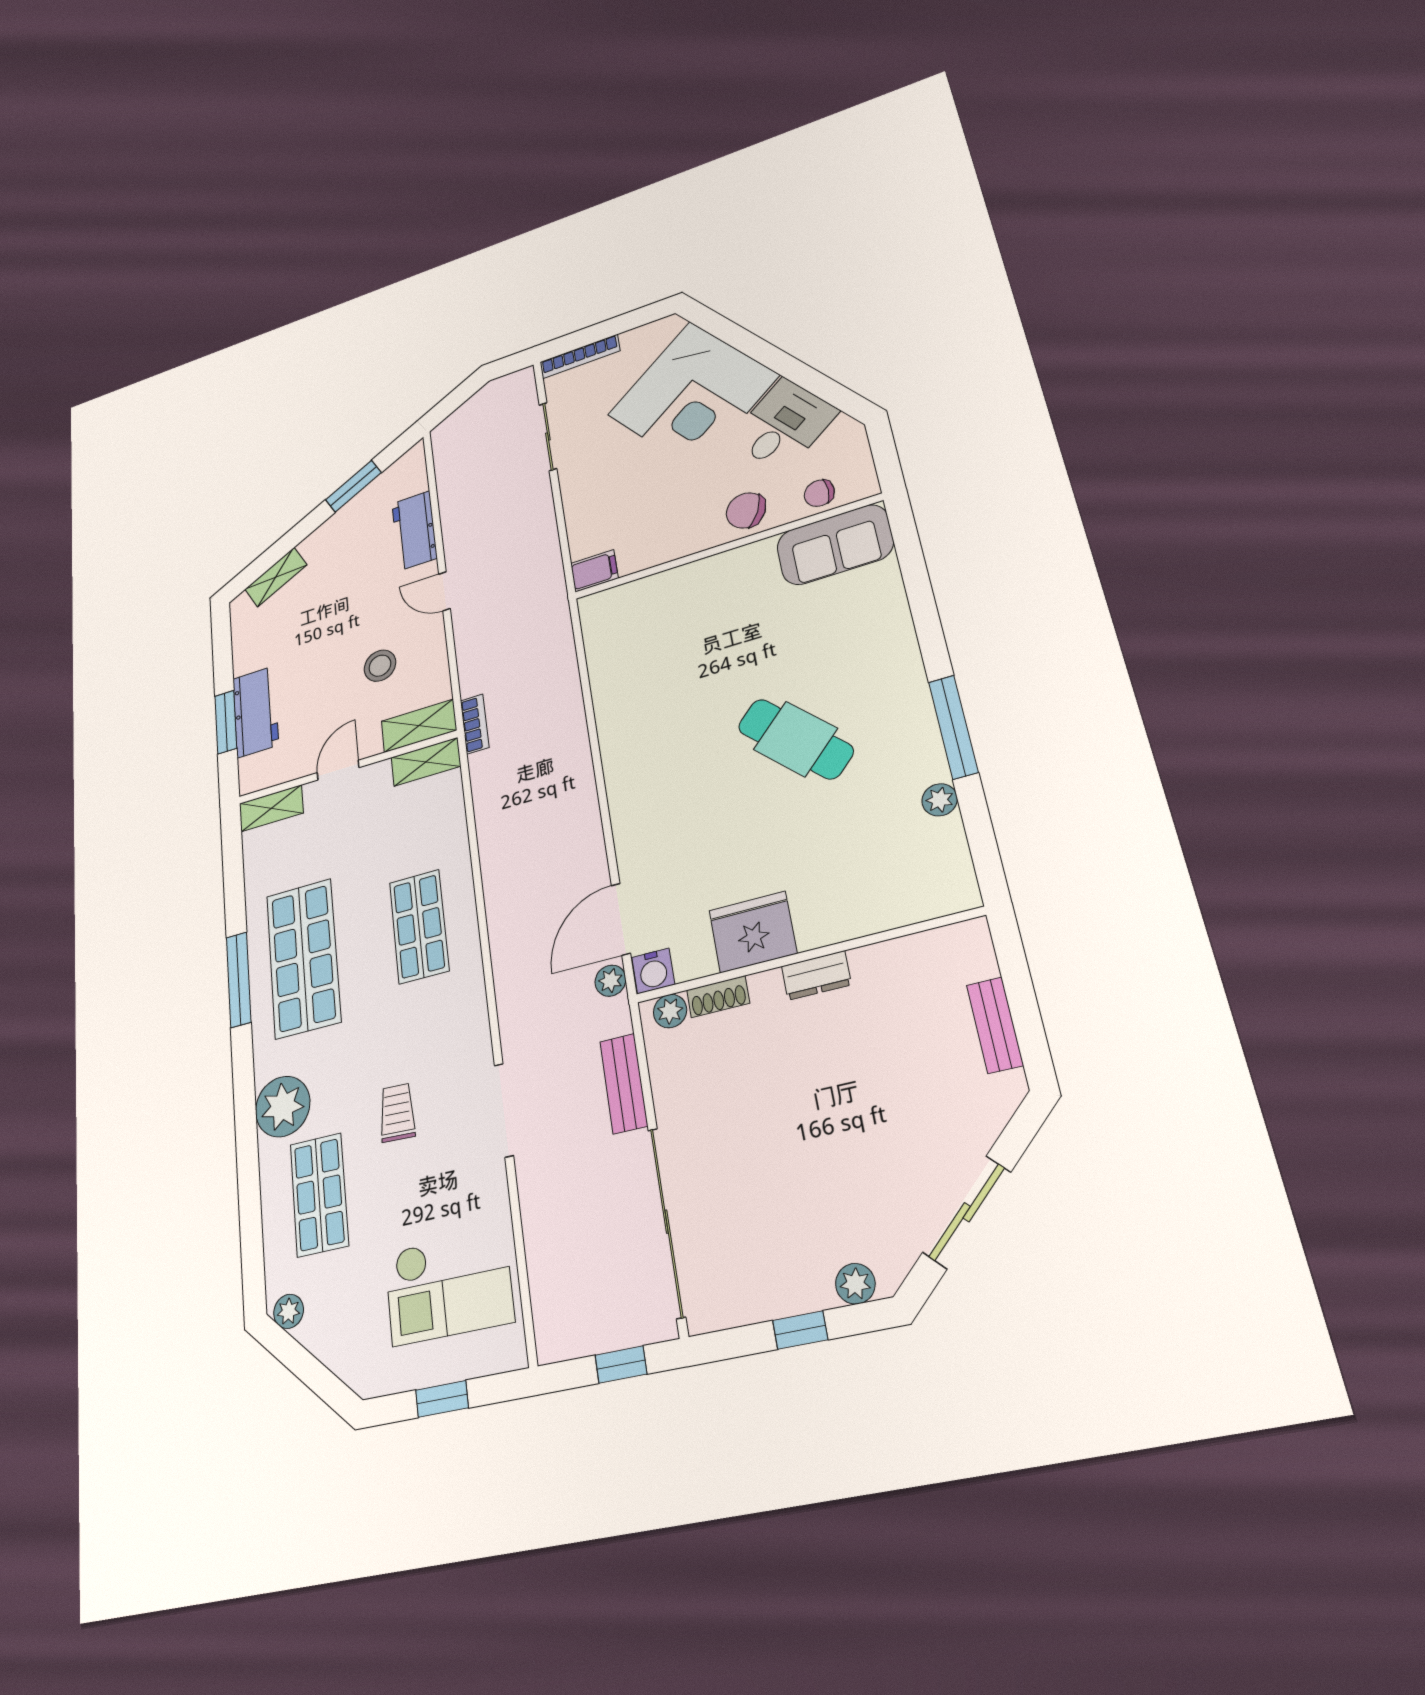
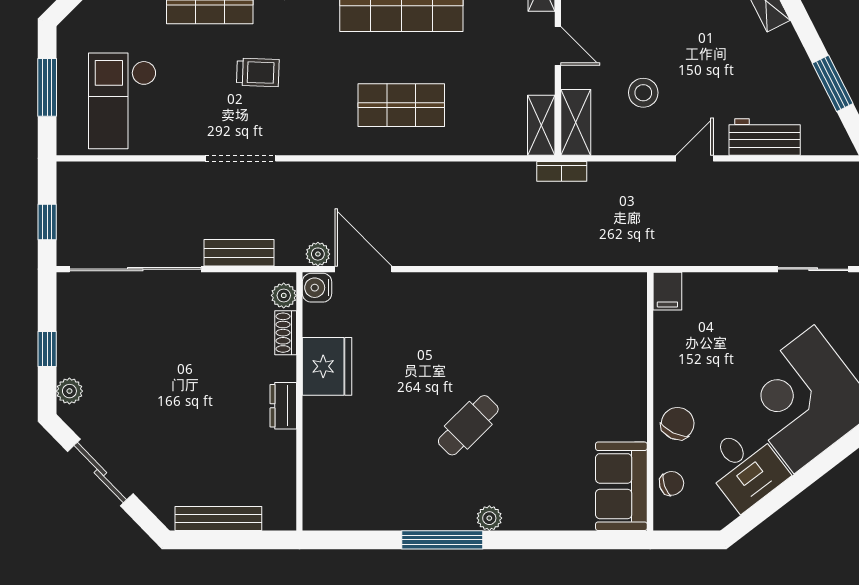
chair: (819, 493) -> (672, 483), turned 71
cafe table: (795, 739) -> (468, 425), width x0.73, depth x0.74
plant: (940, 800) -> (489, 518), moved
bench: (995, 1025) -> (218, 519), width x1.36
window: (442, 1399) -> (47, 87), width x1.50

